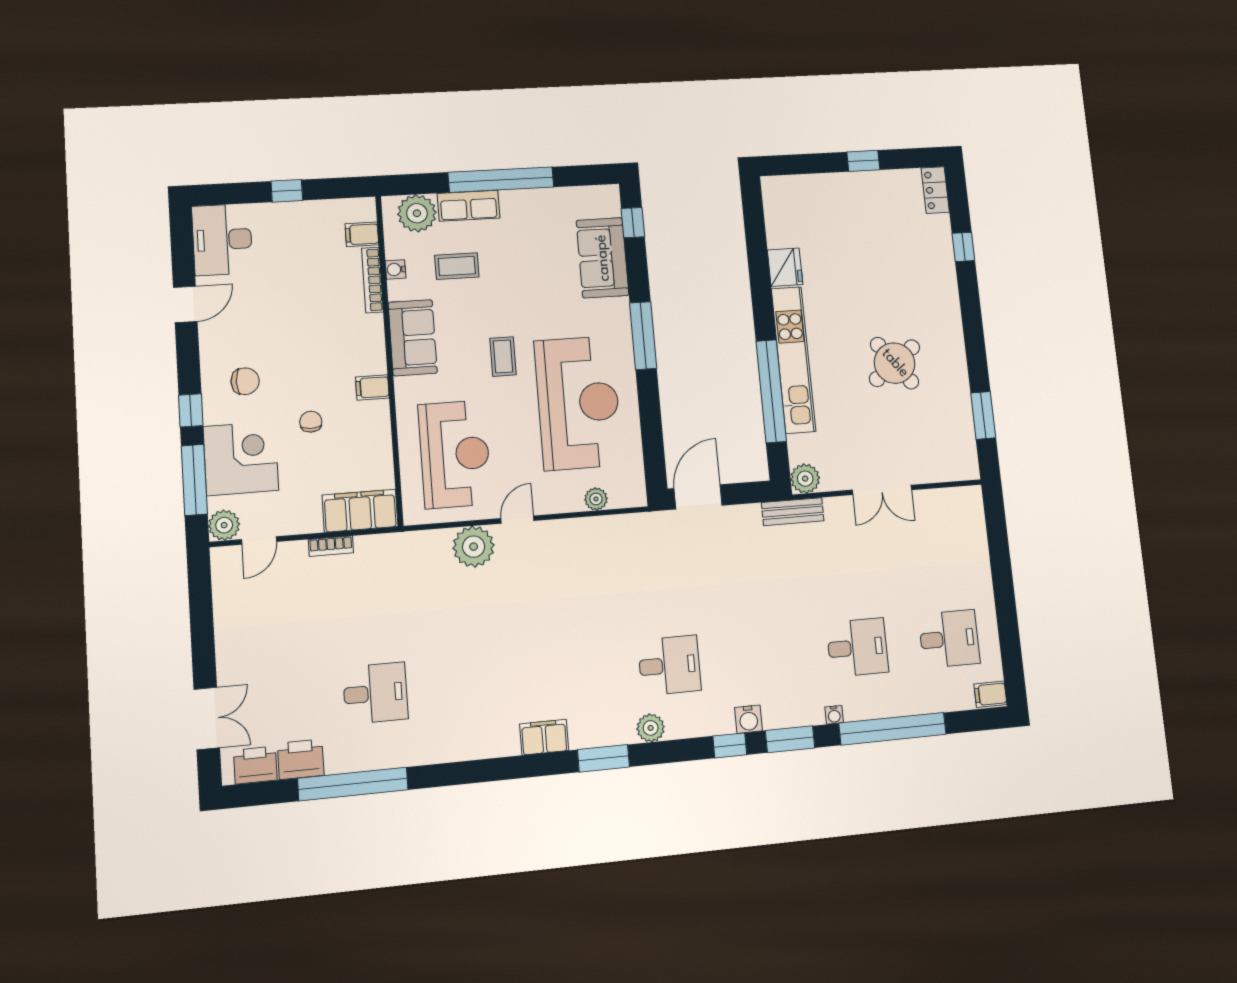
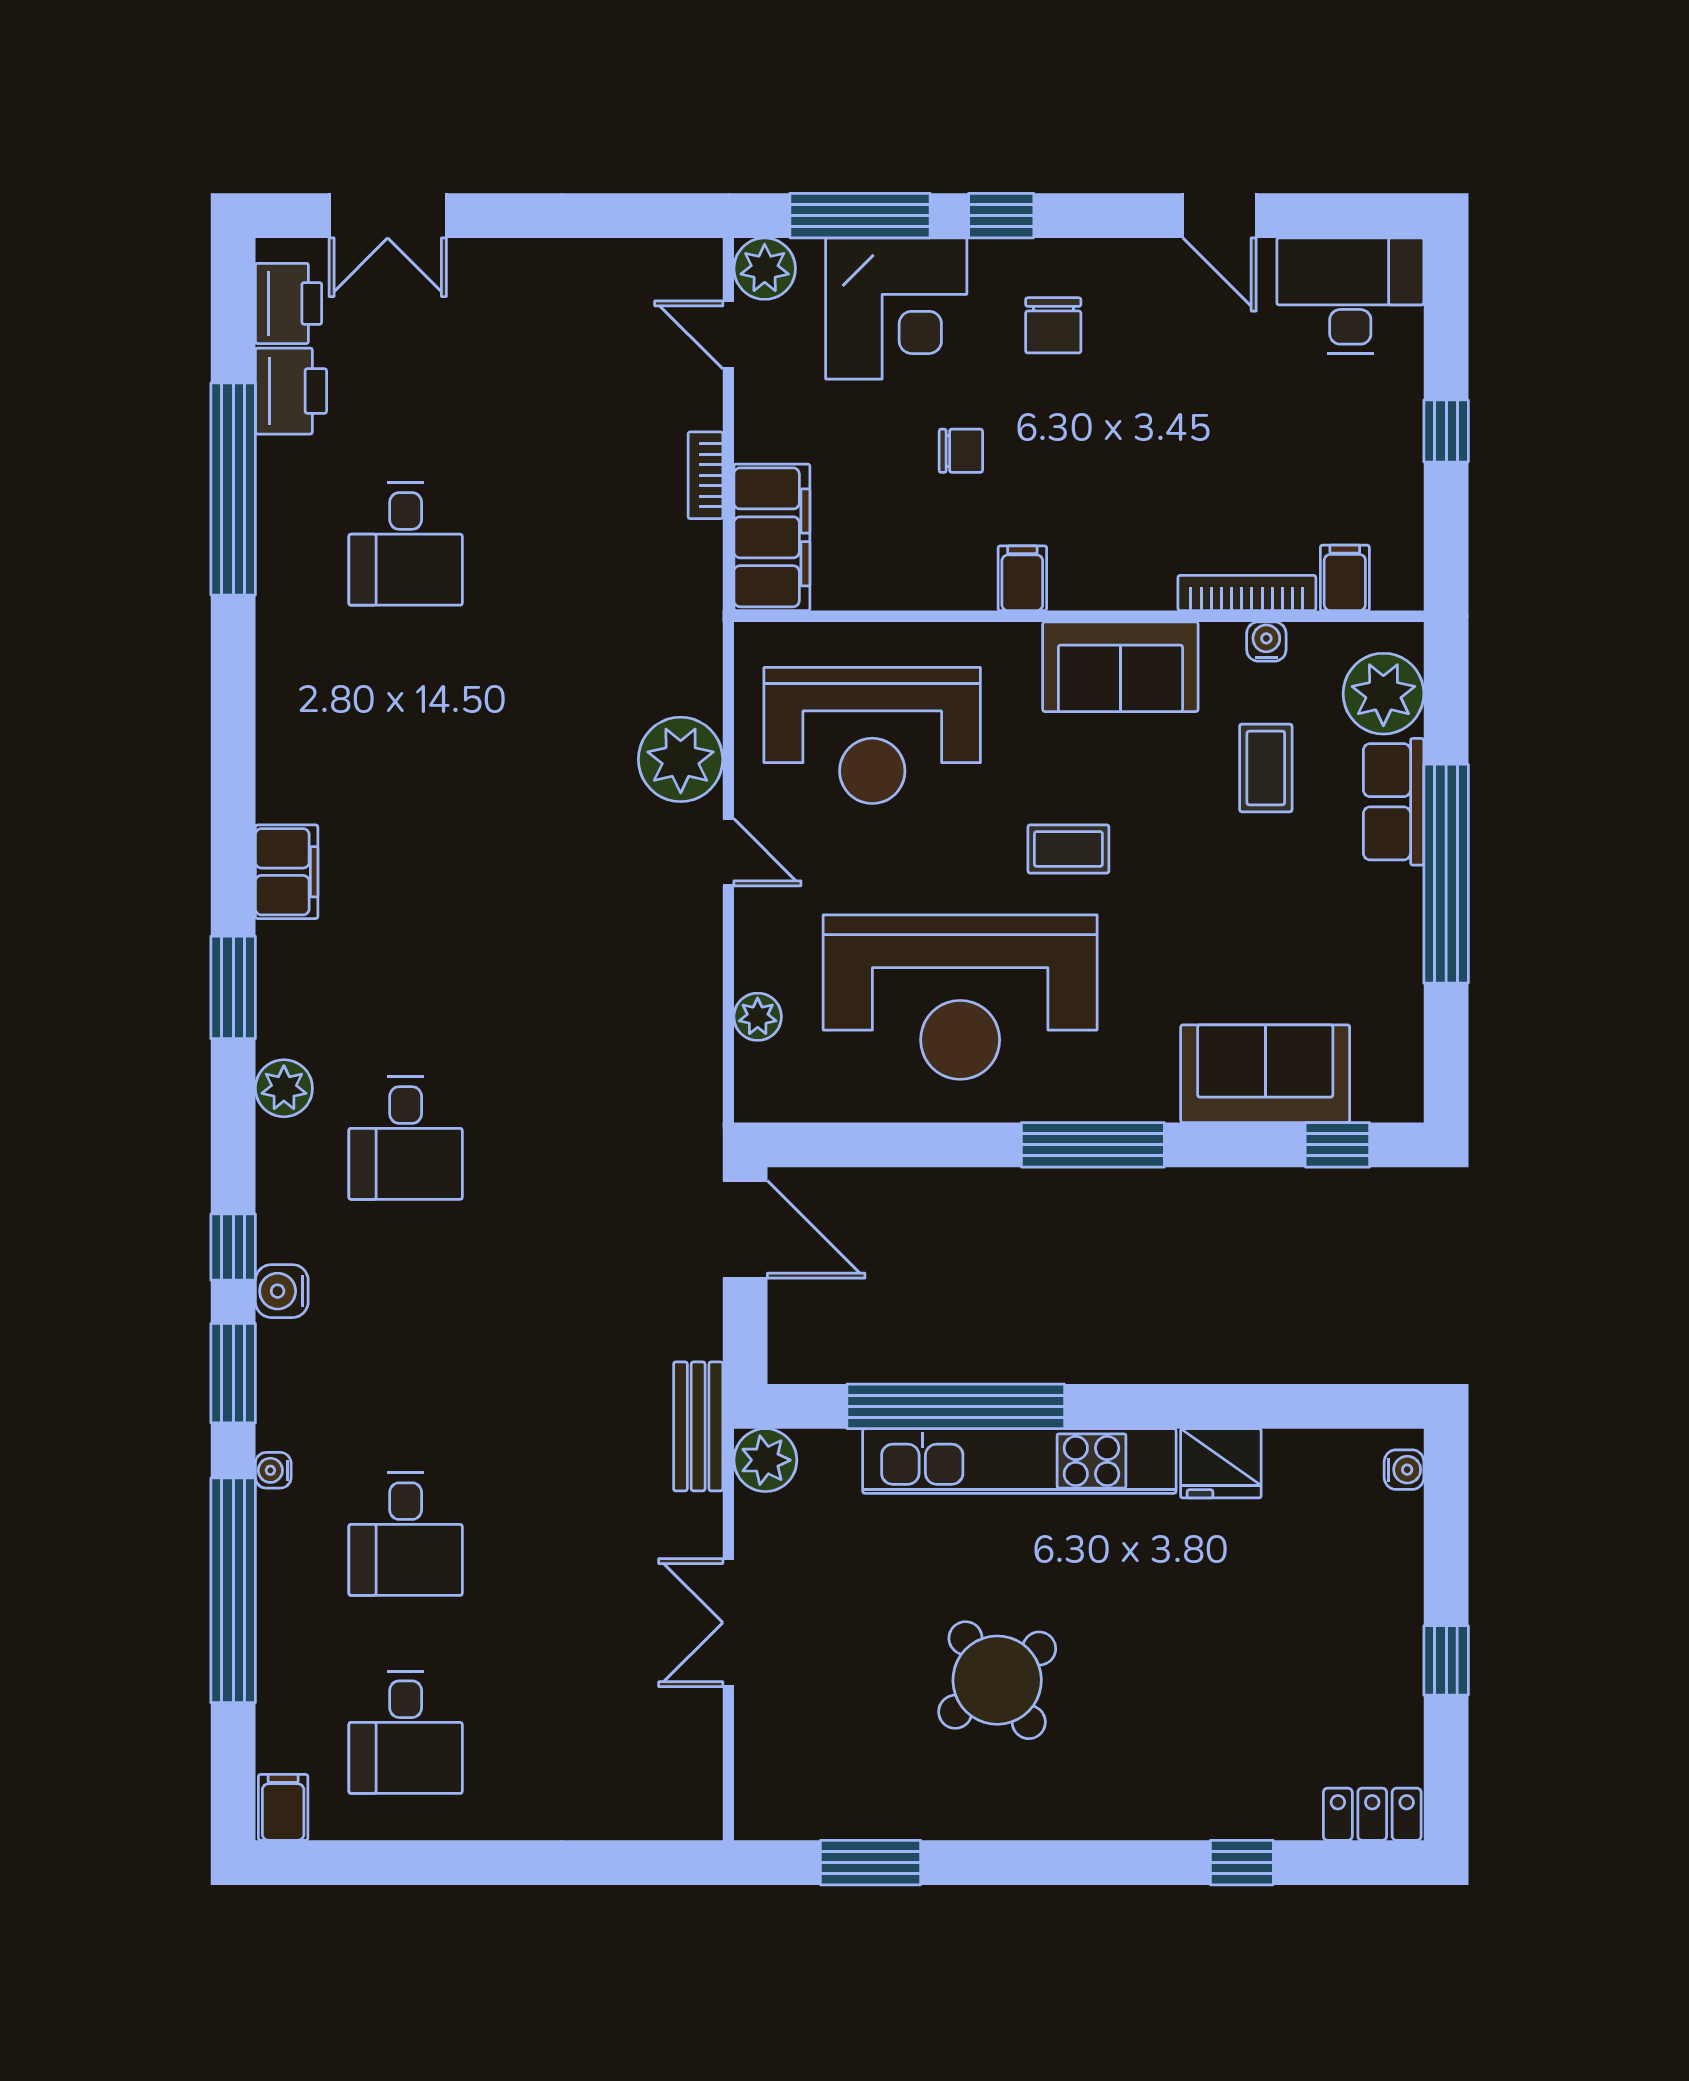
water cooler: (779, 184) -> (1404, 1470), added

